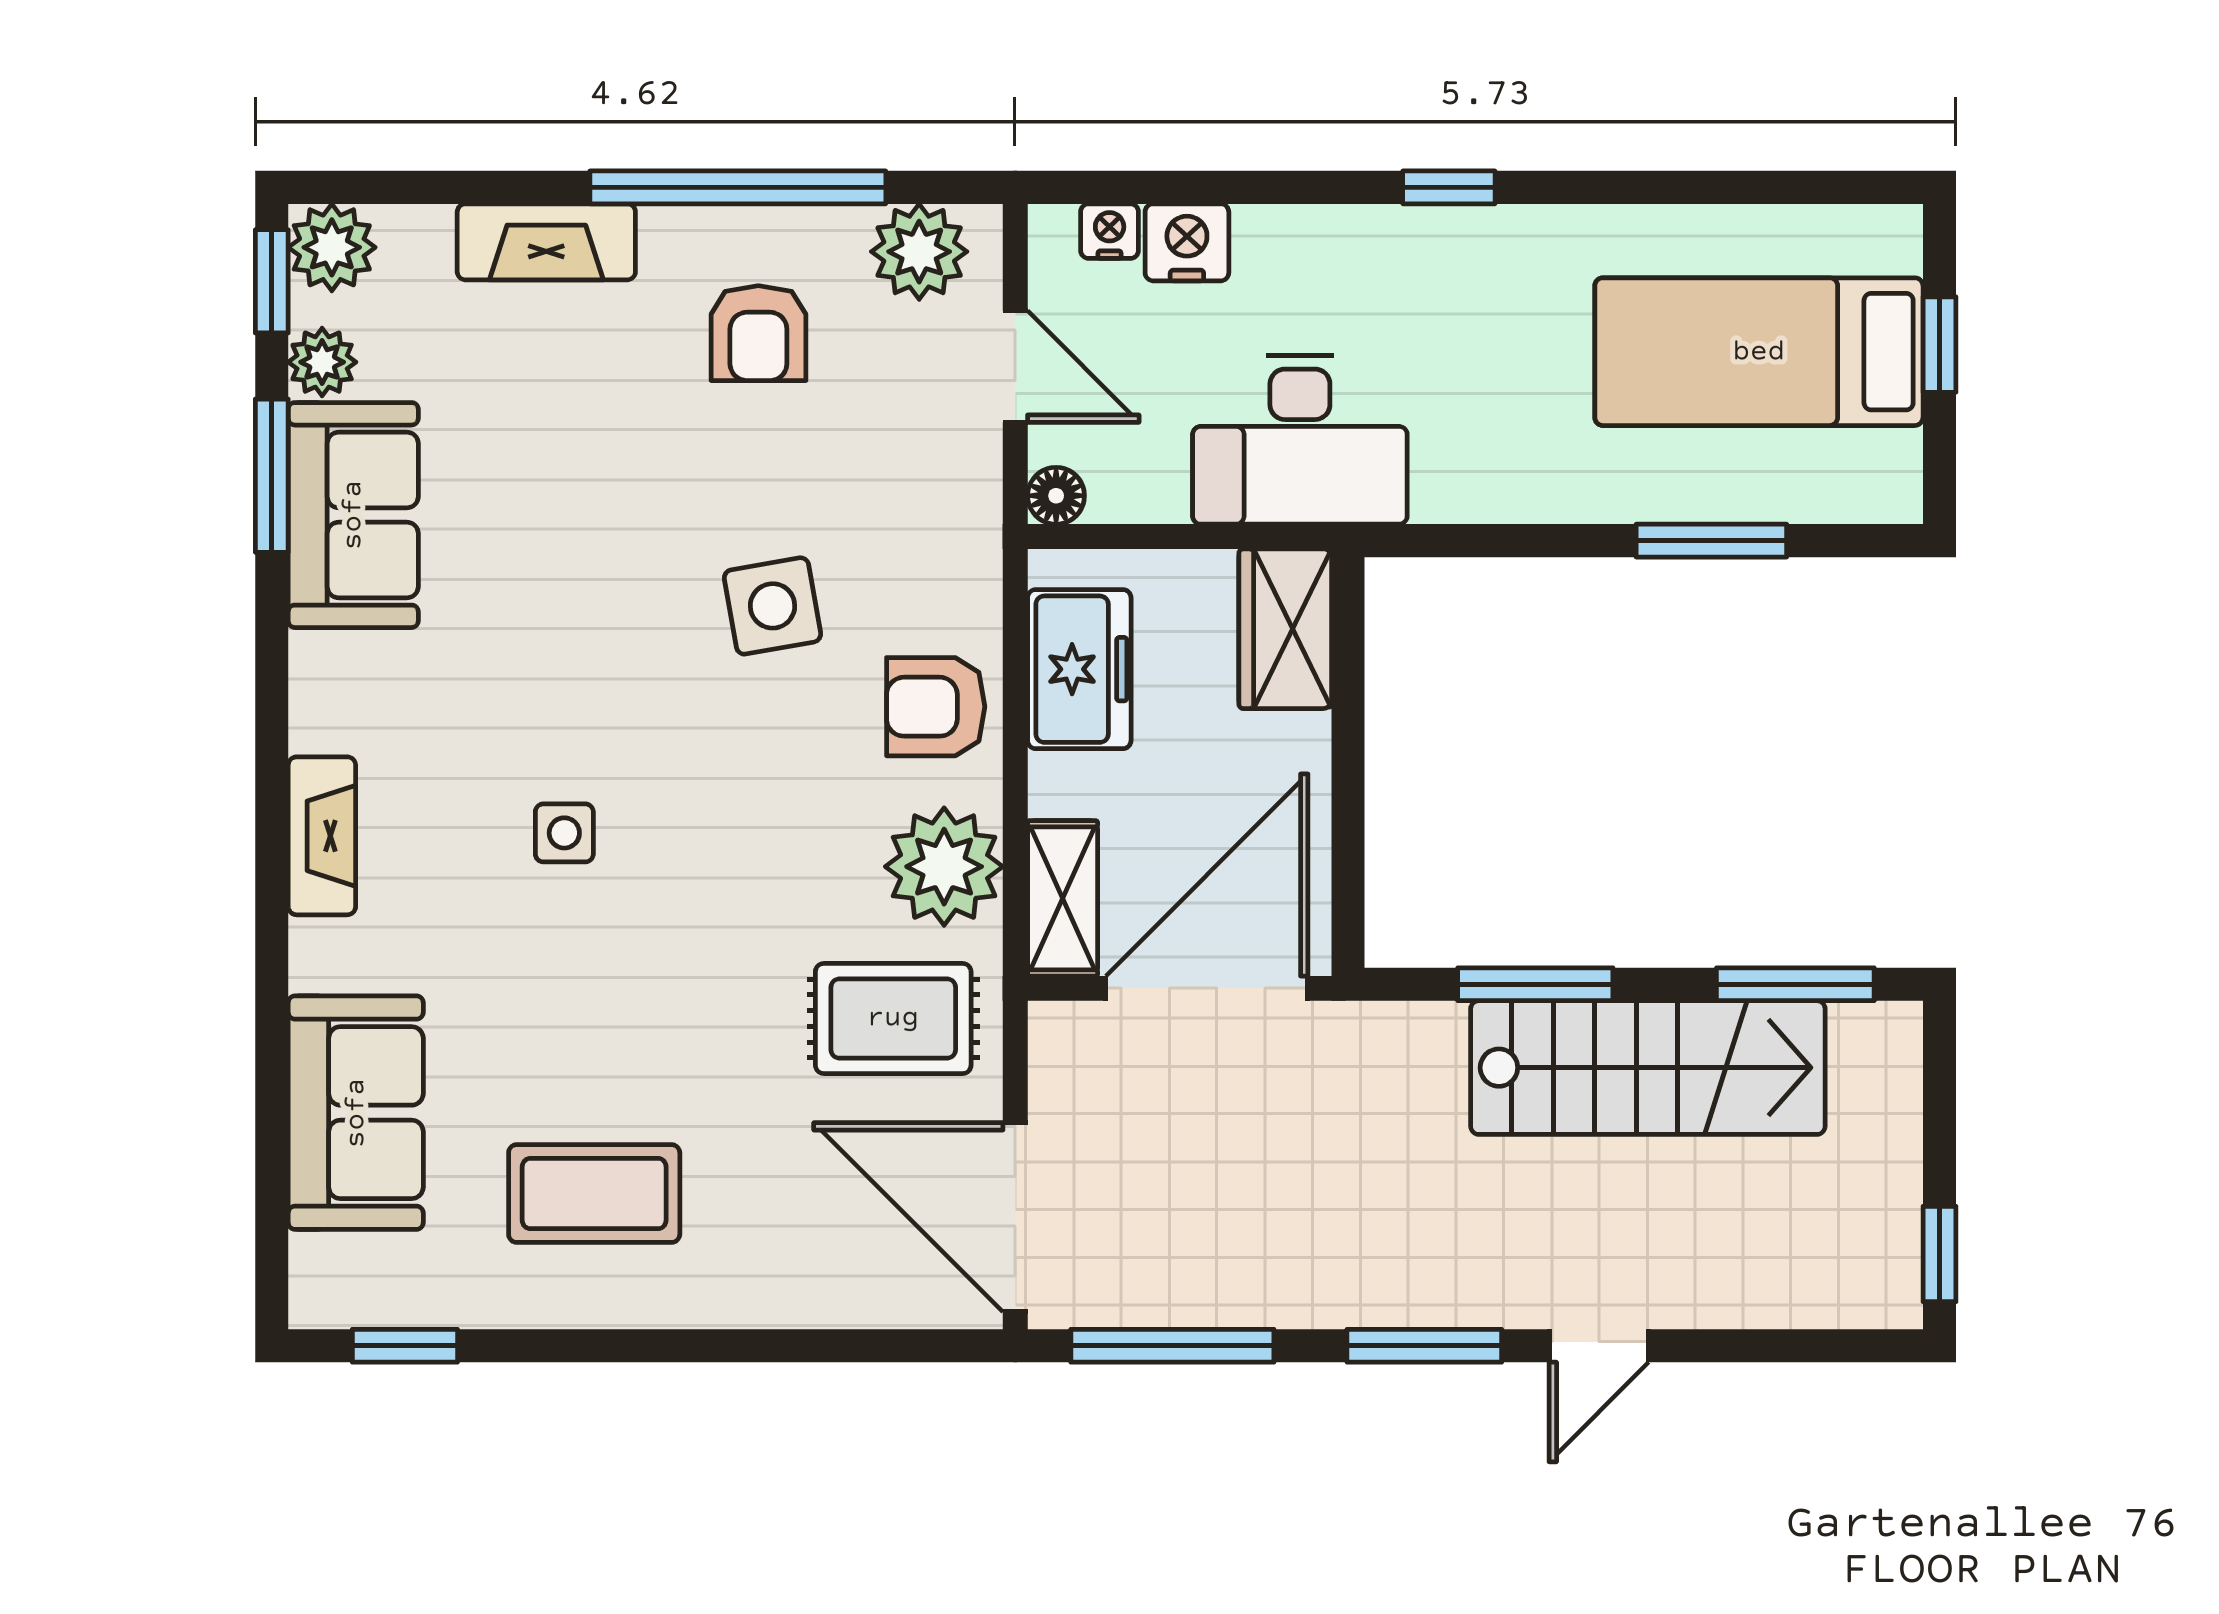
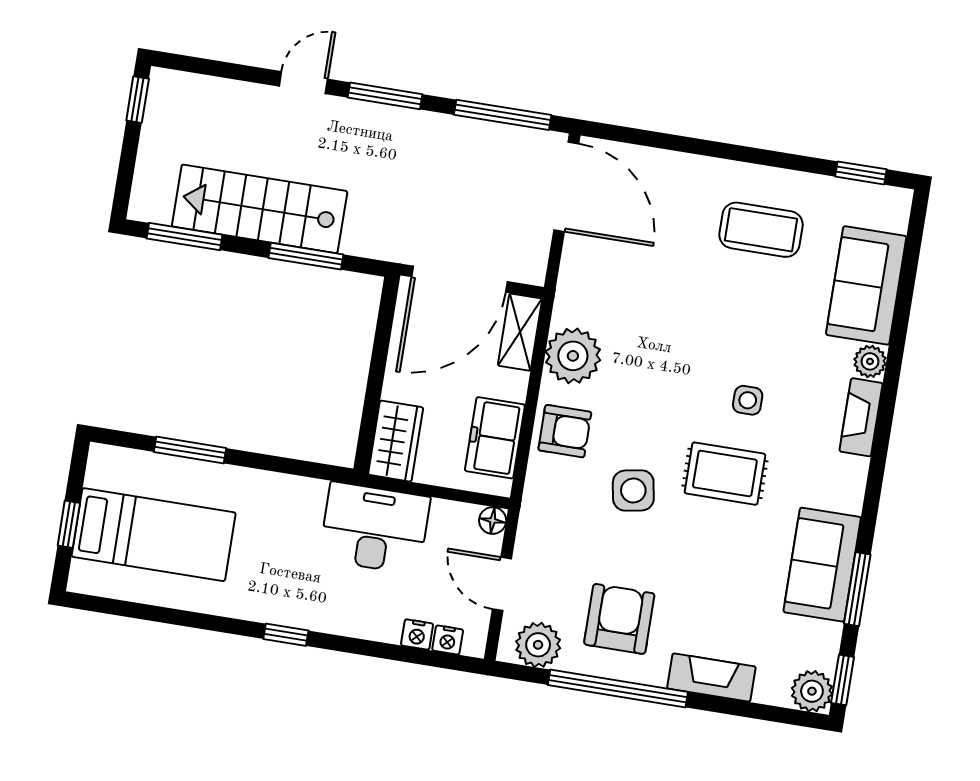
nightstand: (1187, 242) -> (417, 634), width x0.72, depth x0.74
armchair: (758, 333) -> (619, 619), width x1.38, depth x1.38
plant: (322, 362) -> (870, 361), moved
rug: (893, 1018) -> (725, 474), moved

